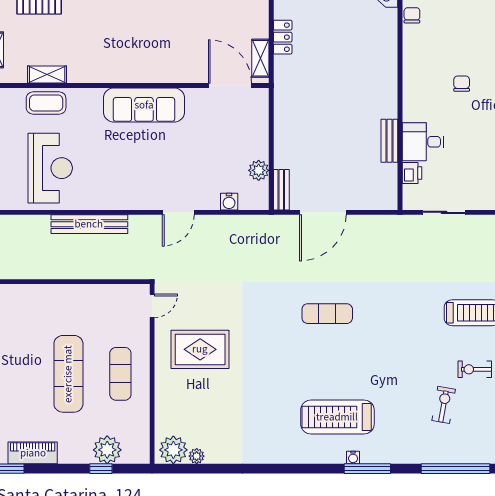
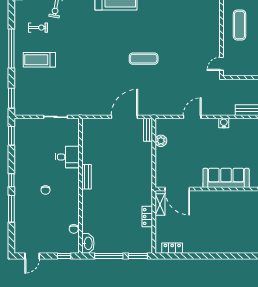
bench: (389, 141) -> (86, 177), moved
printer: (412, 173) -> (74, 139), removed
water cooler: (229, 202) -> (224, 123), moved
door: (178, 212) -> (192, 117), moved
exercise mat: (327, 314) -> (144, 59), moved
rug: (200, 349) -> (194, 39), removed

